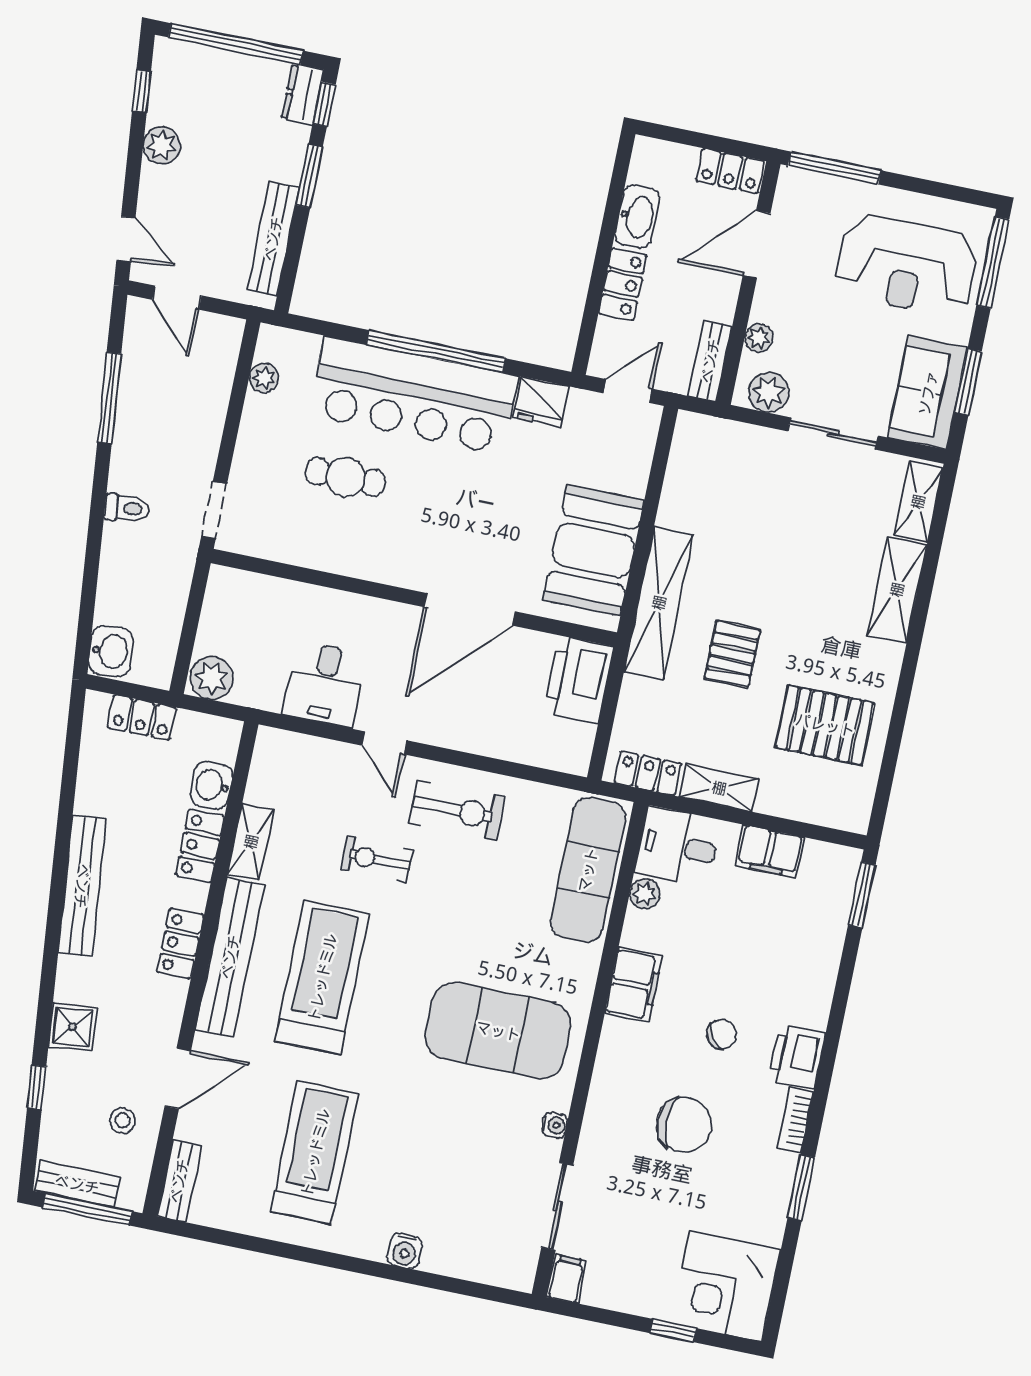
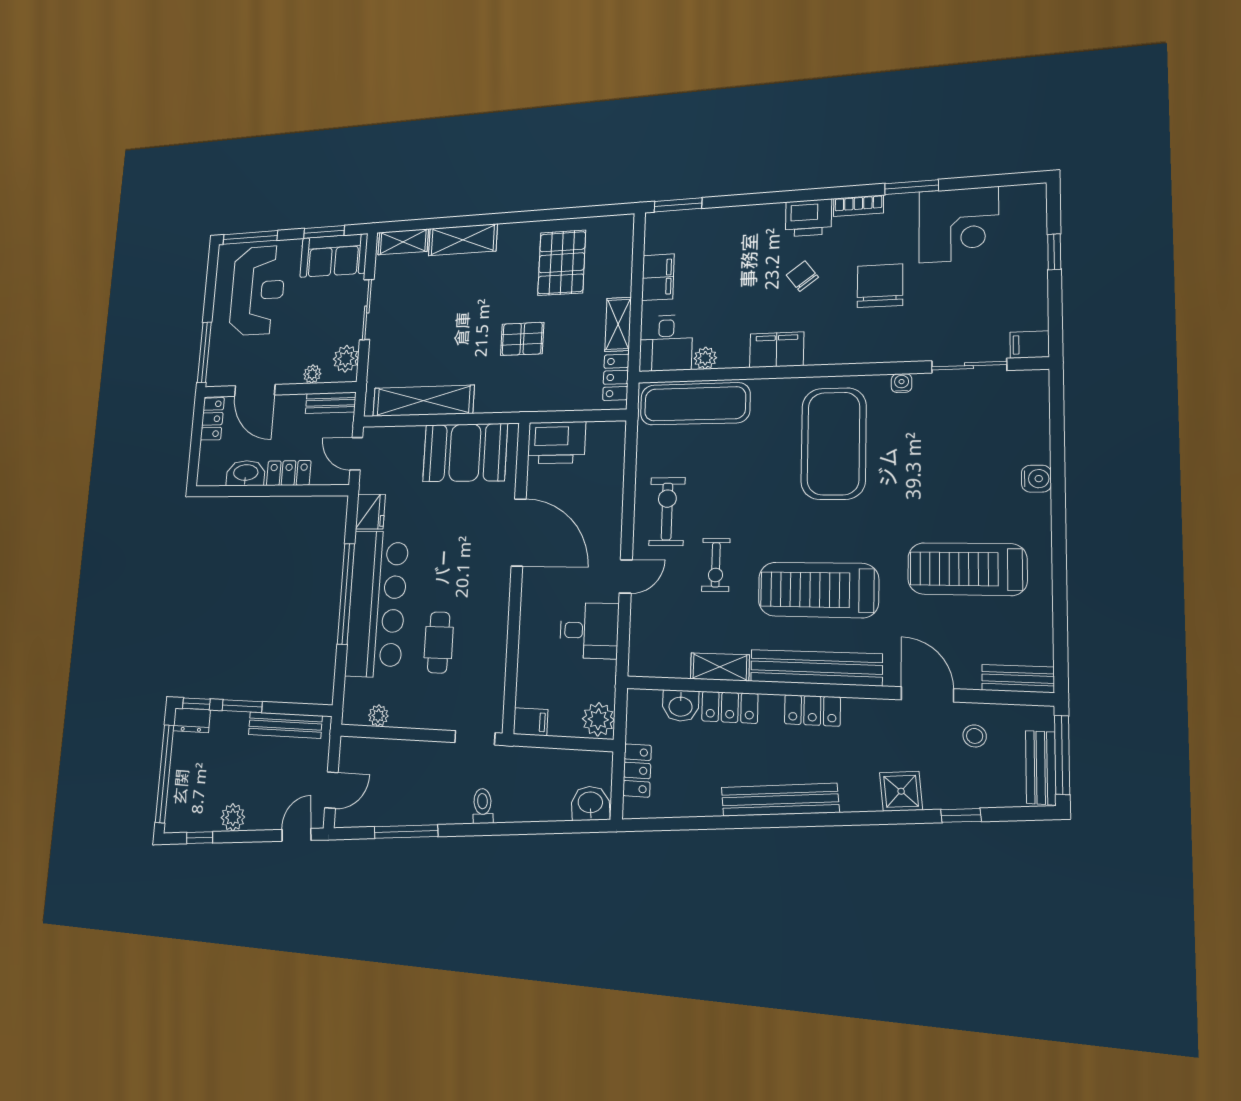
filing cabinet: (223, 589) -> (531, 722), added
shelving: (659, 603) -> (423, 401), moved
corner desk: (725, 1286) -> (959, 225), moved

